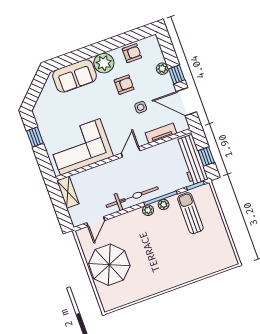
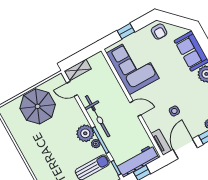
armchair: (124, 85) -> (159, 32), moved
tv unit: (161, 133) -> (161, 142), moved
window: (35, 137) -> (126, 31), moved
shelving: (68, 192) -> (78, 70), moved
plant: (148, 210) -> (85, 133), width x1.88, depth x1.88

